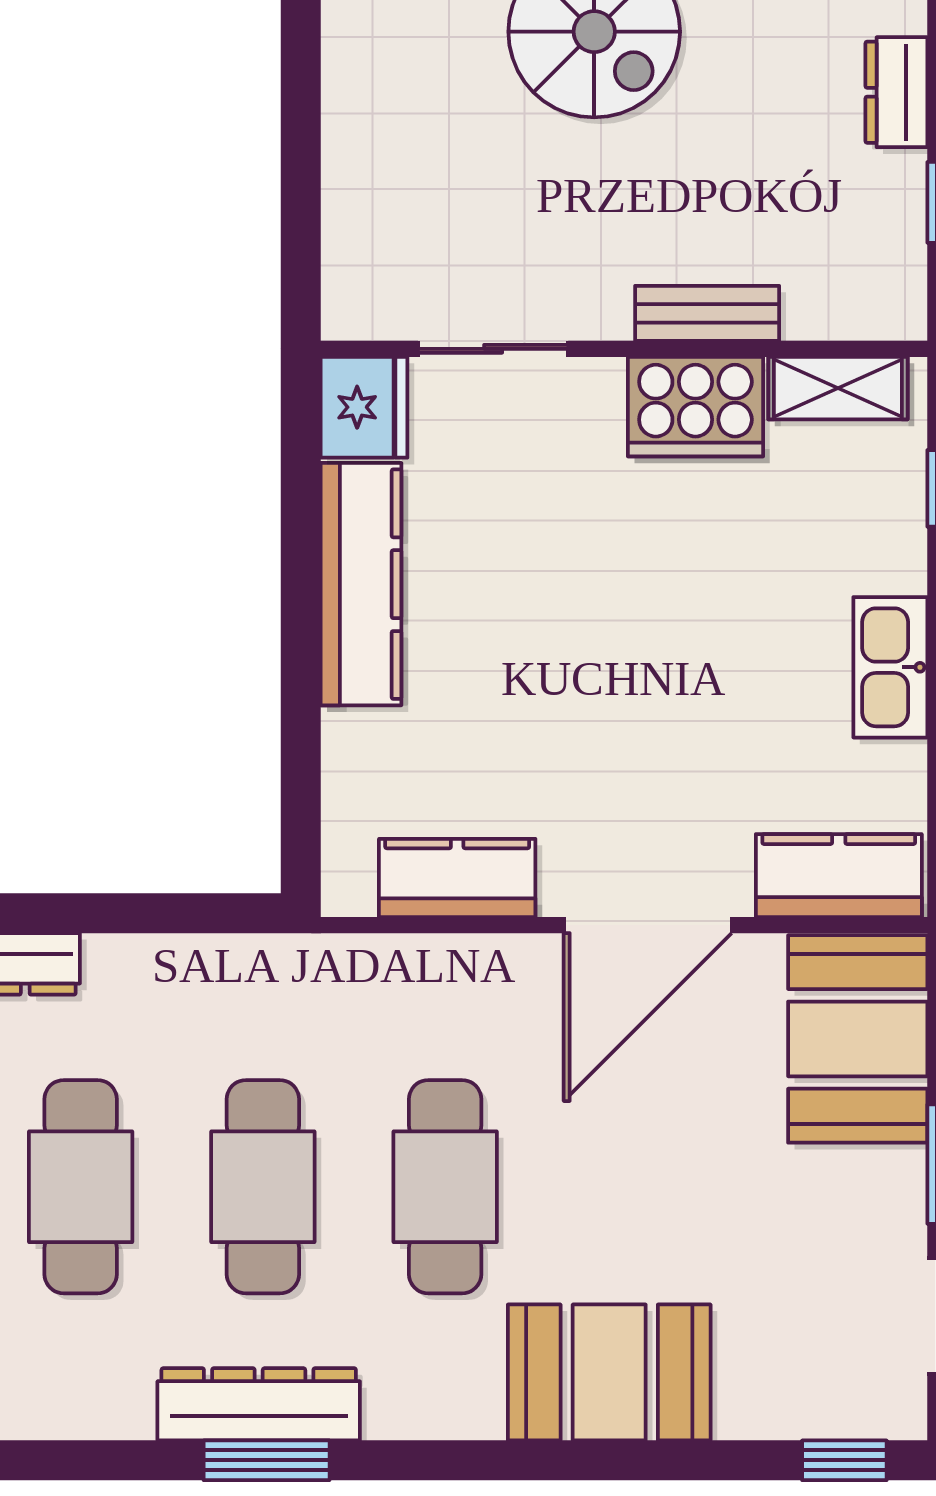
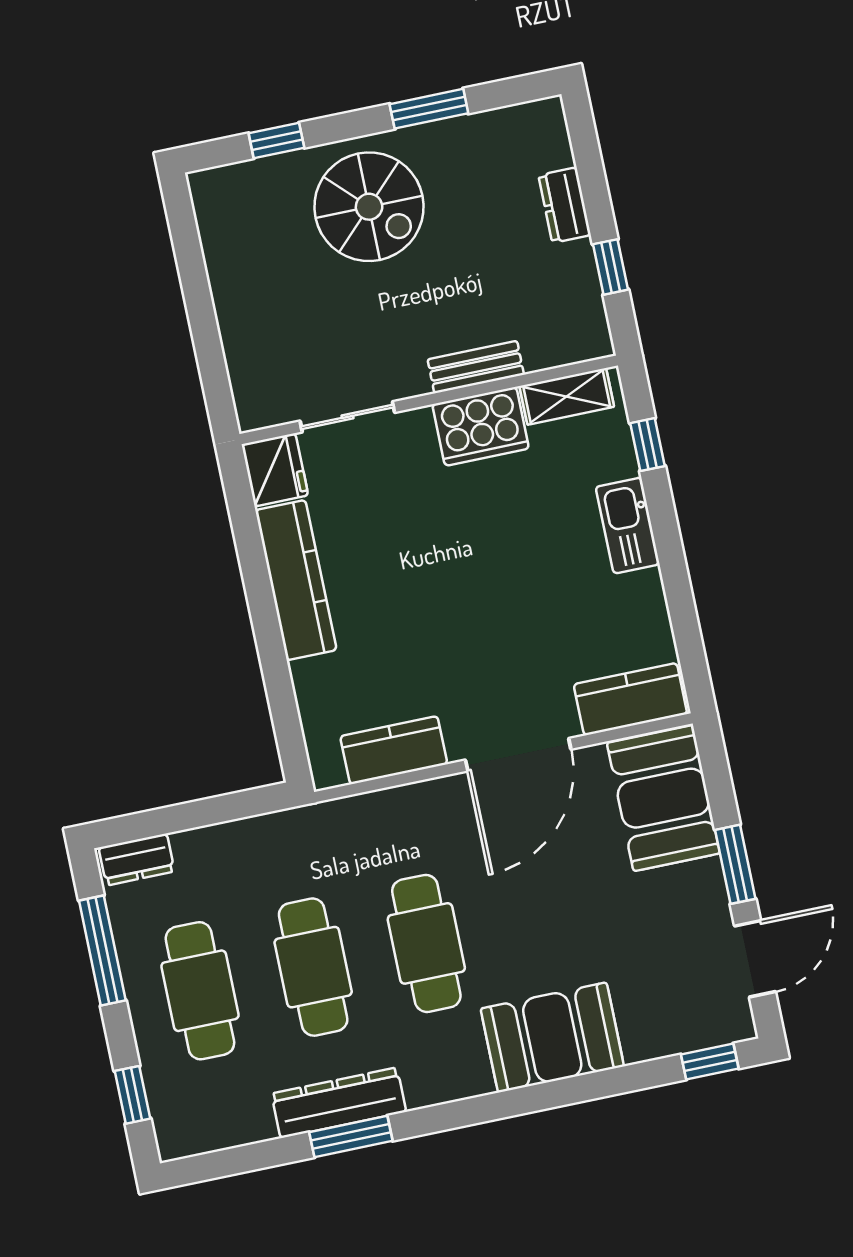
kitchen sink: (890, 667) -> (628, 526), moved

